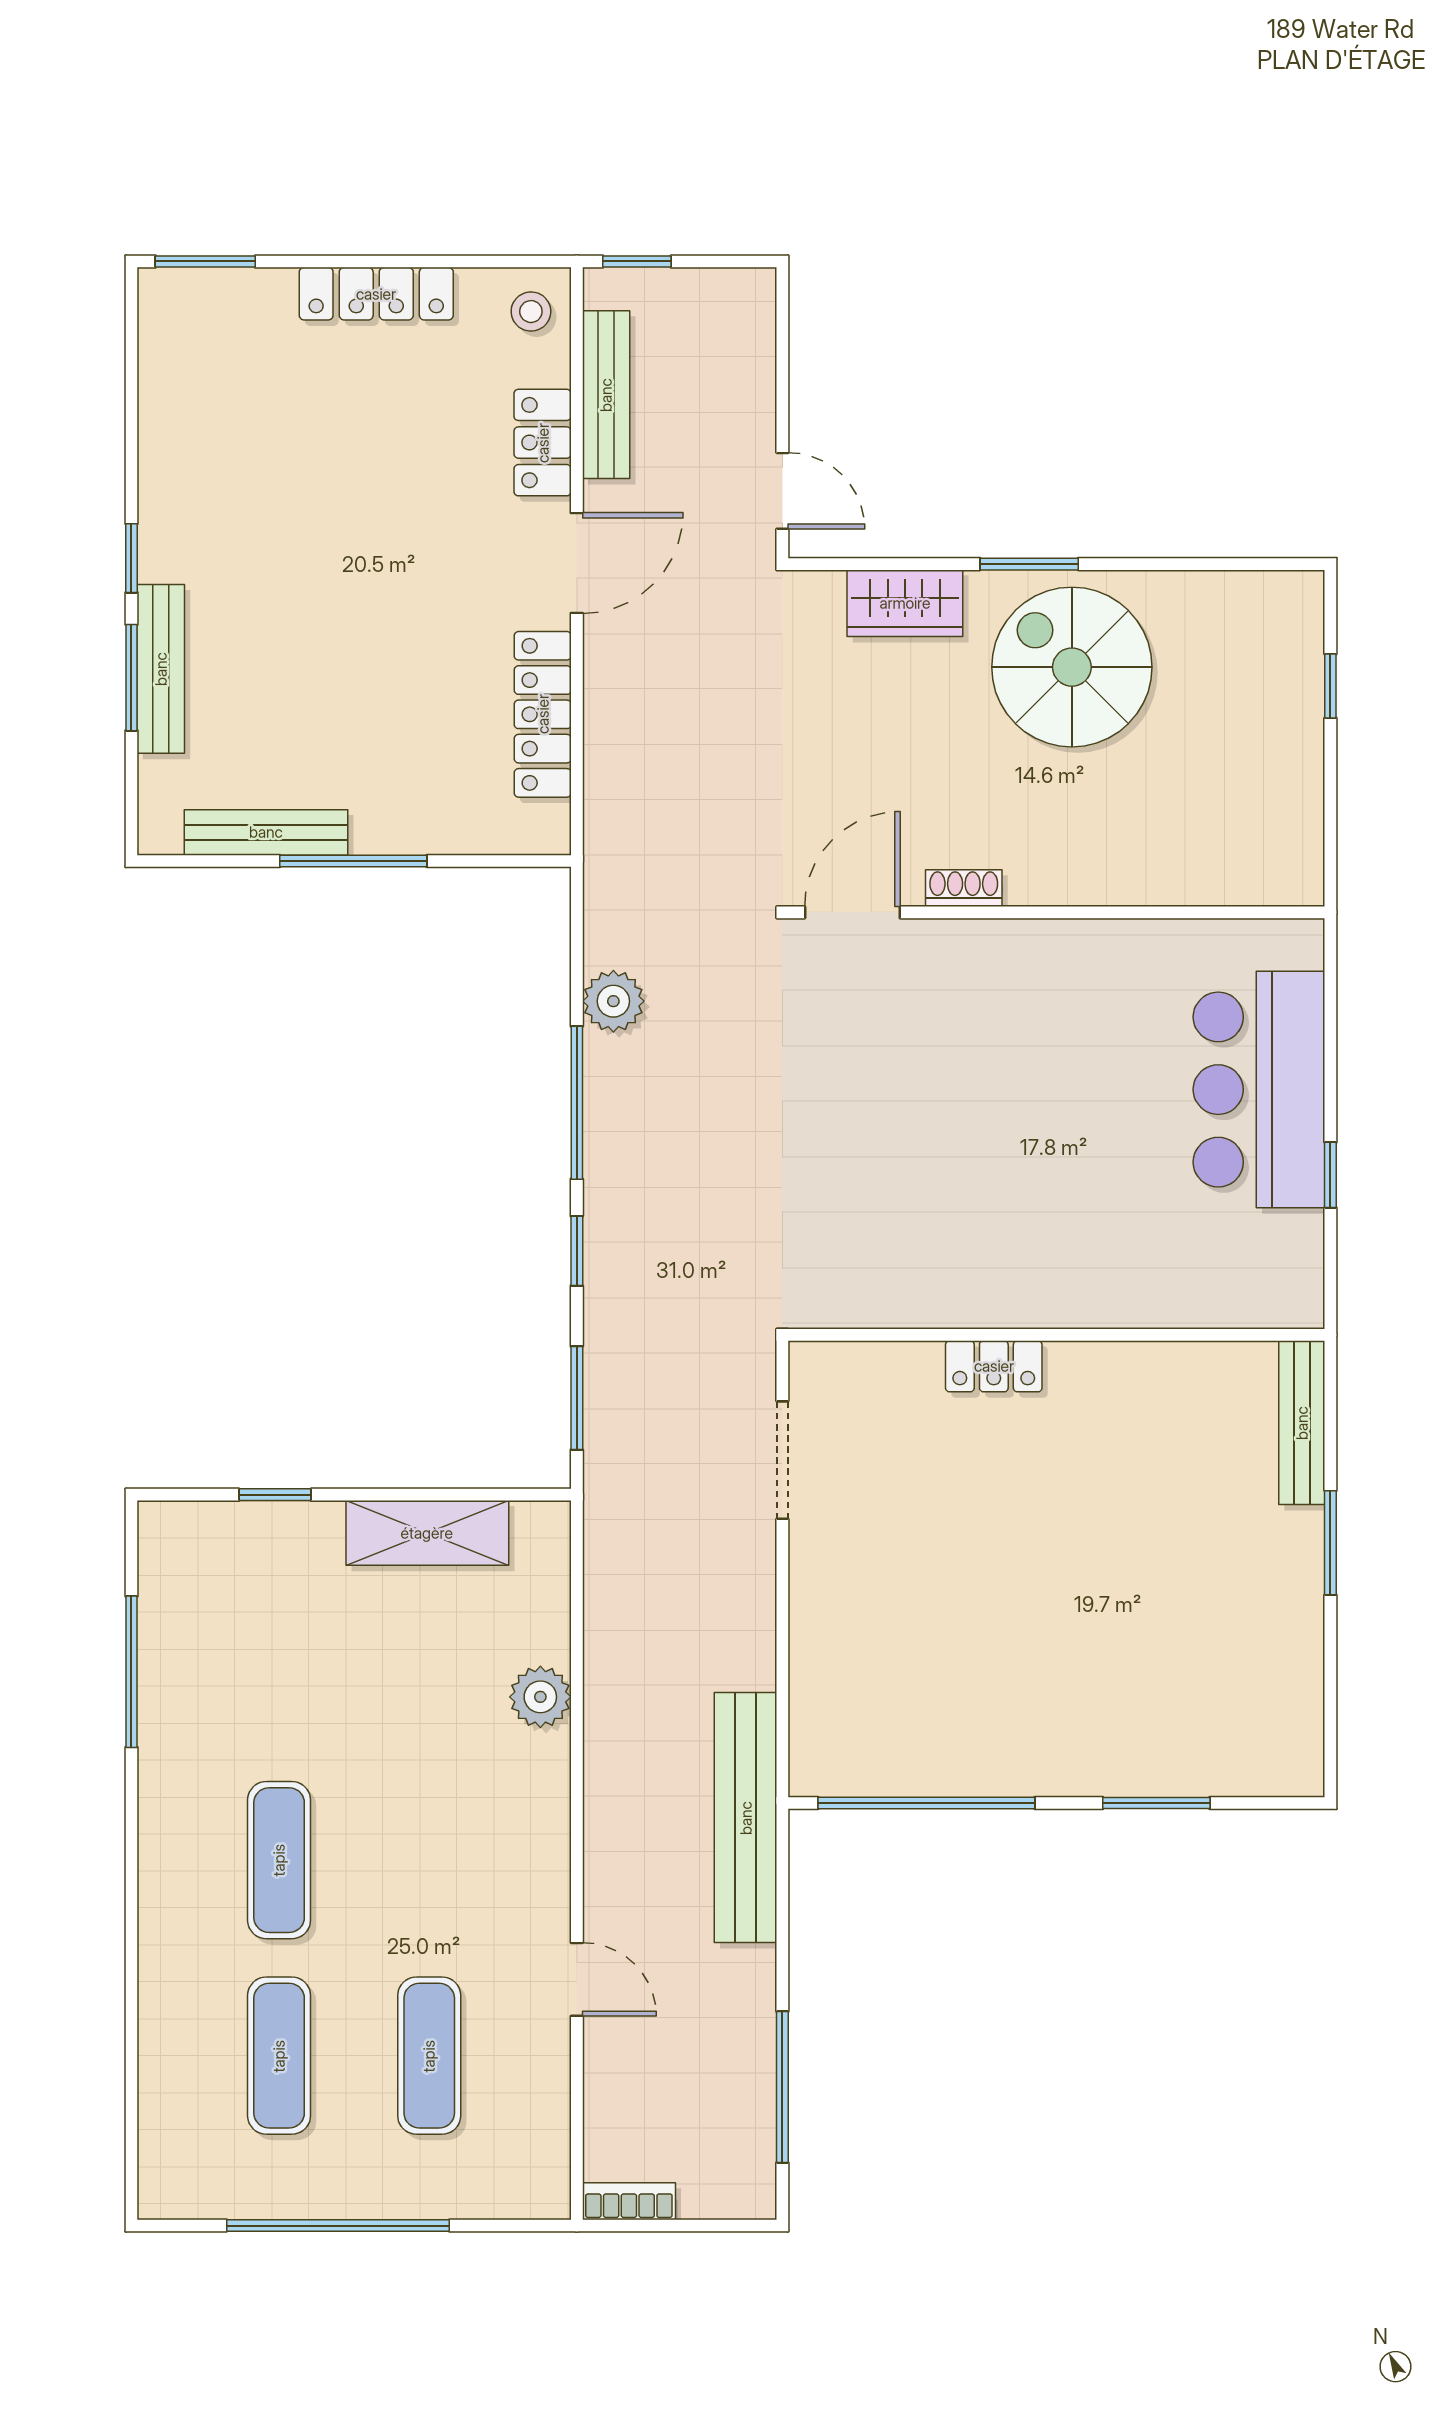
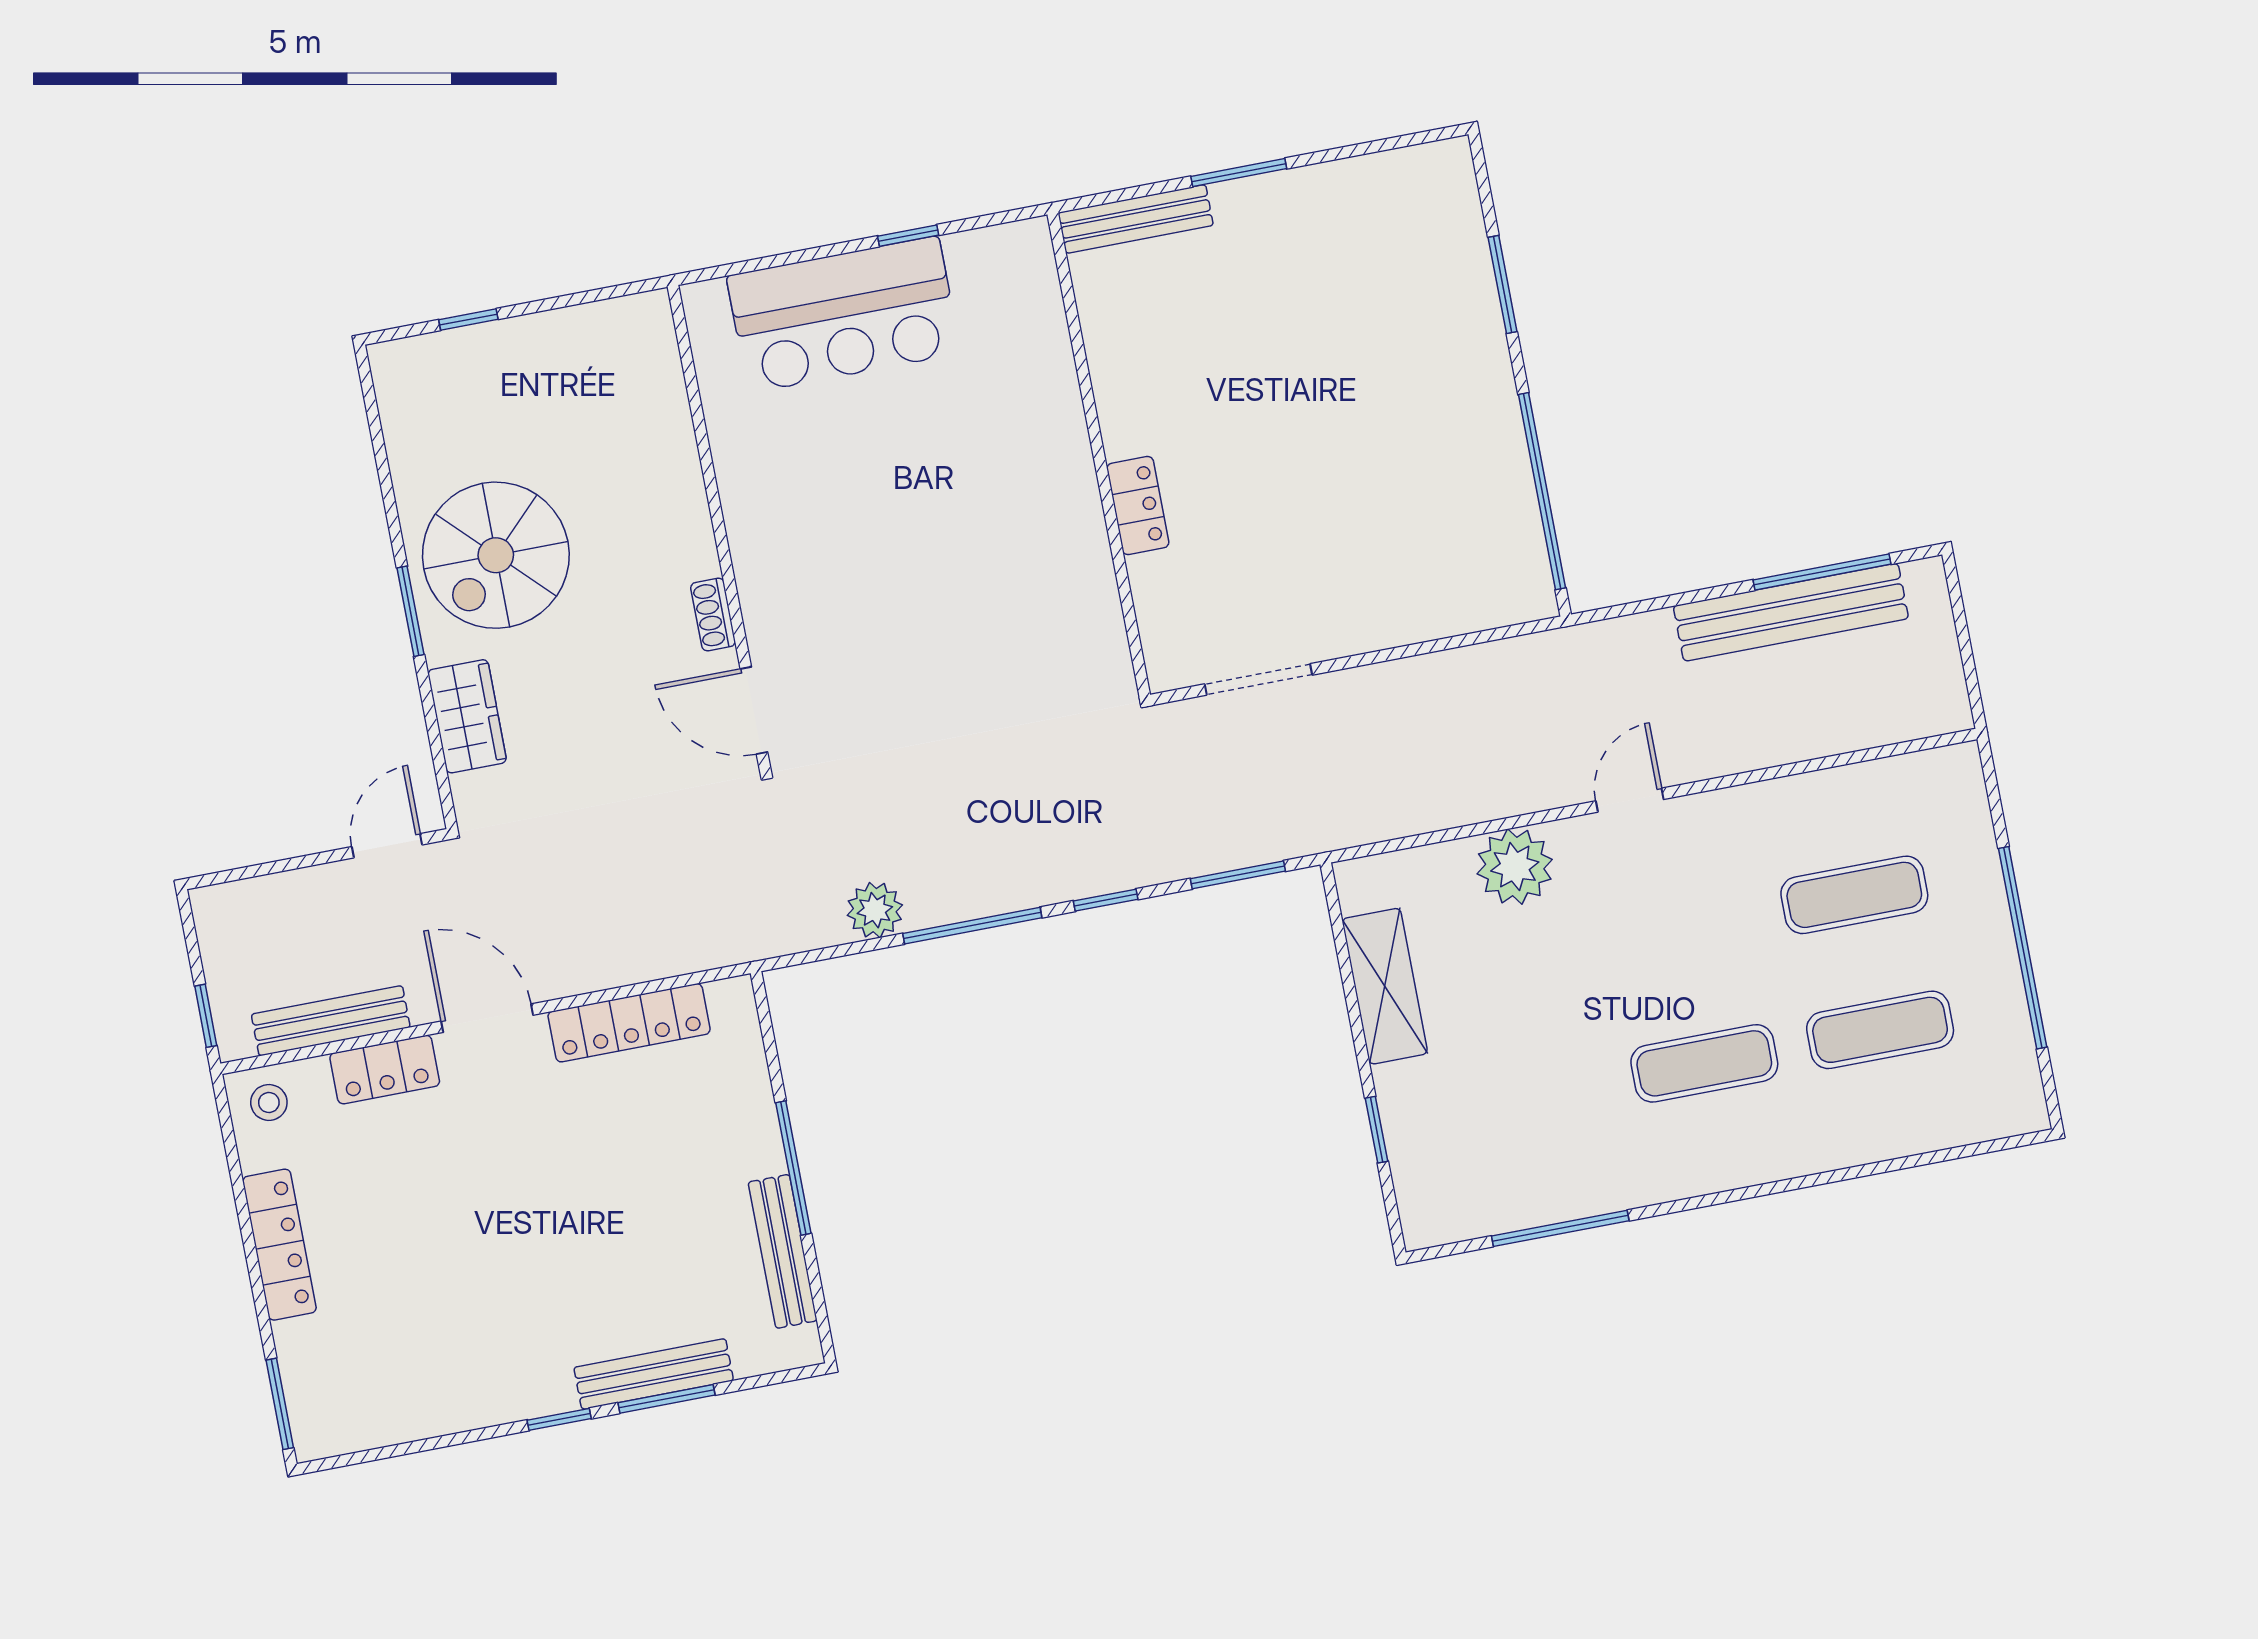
plant: (540, 1697) -> (1515, 867), width x1.36, depth x1.36
bench: (746, 1818) -> (1791, 612), moved
door: (577, 1979) -> (1630, 800), moved
bookcase: (629, 2201) -> (1951, 690), removed

